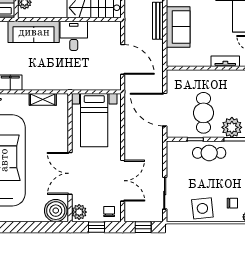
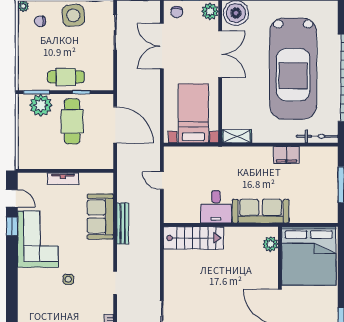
door: (123, 59) -> (162, 181), width x0.53
tv unit: (225, 61) -> (63, 179), moved
shelving: (43, 99) -> (237, 136), moved

